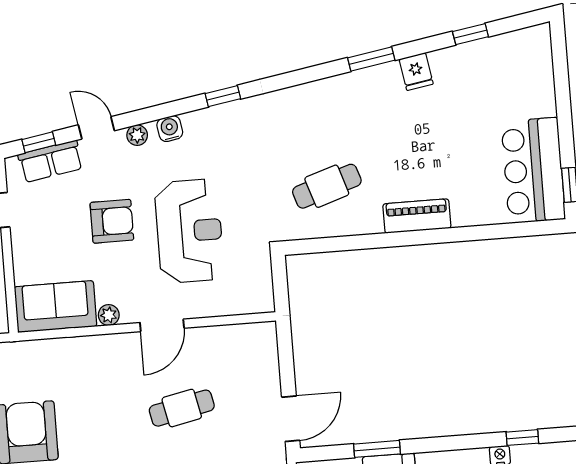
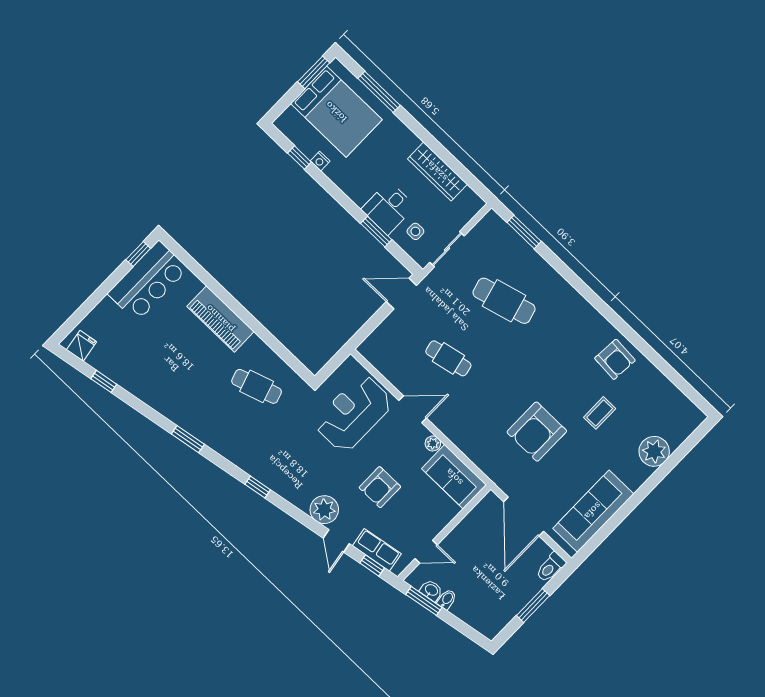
window: (371, 59) -> (188, 439), moved
fridge: (416, 72) -> (82, 346), moved
water cooler: (170, 129) -> (301, 500), removed
plant: (137, 135) -> (324, 510), width x1.88, depth x1.88
piano: (417, 216) -> (220, 319), width x1.37, depth x1.33
armchair: (112, 221) -> (380, 487), turned -90
reception desk: (189, 231) -> (353, 413), moved

